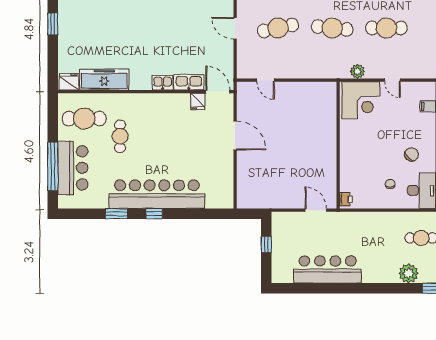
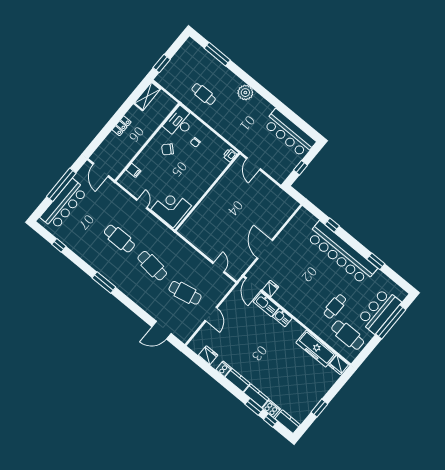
plant: (357, 71) -> (159, 227), removed
window: (154, 214) -> (332, 225), moved
bar counter: (328, 269) -> (290, 133), moved
plant: (409, 273) -> (245, 93), moved

